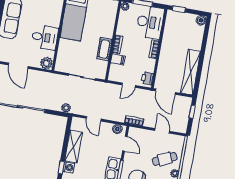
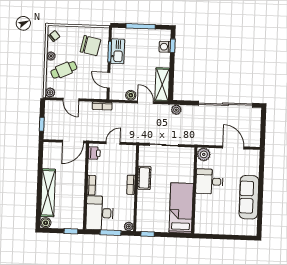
filing cabinet: (118, 59) -> (128, 169), removed
shelving: (191, 72) -> (48, 193), moved
door: (165, 92) -> (73, 142), swing flipped
boiler: (117, 129) -> (131, 95), moved
plant: (180, 140) -> (50, 92), added
shelving: (73, 146) -> (162, 85), moved

